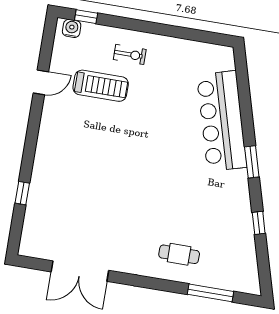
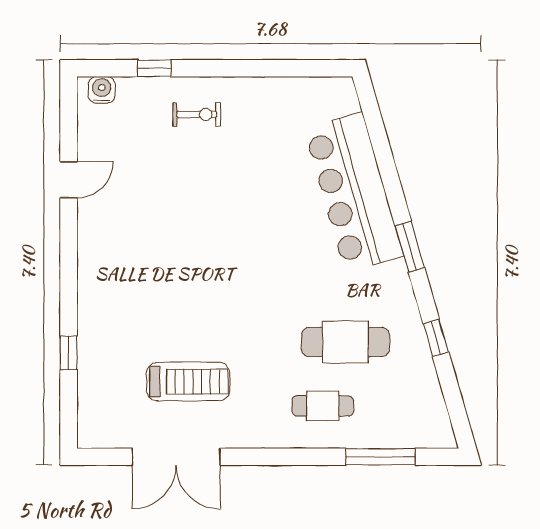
window: (86, 17) -> (154, 68), moved
treadmill: (101, 86) -> (188, 382), moved
cafe table: (200, 216) -> (345, 342), added

